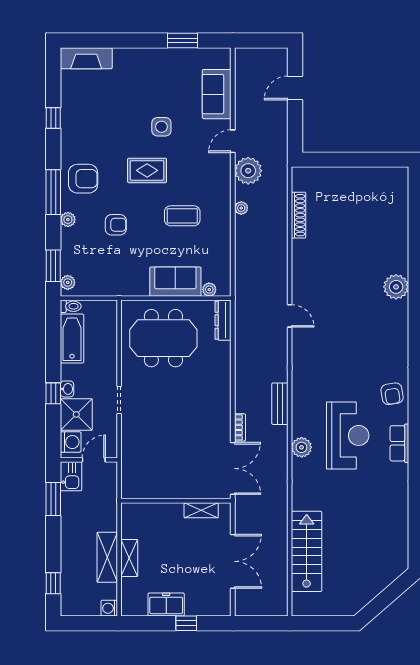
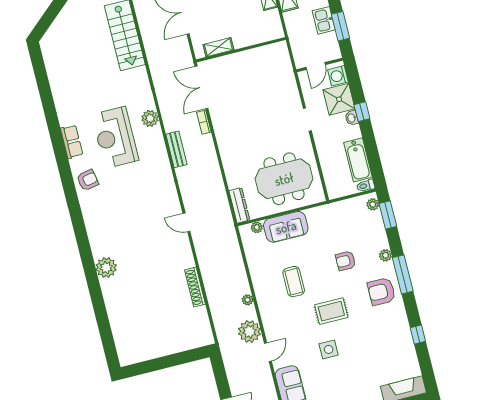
shoe rack: (299, 215) -> (195, 287), moved
coffee table: (182, 216) -> (294, 282), turned 90
armchair: (392, 394) -> (88, 180), turned 88
kitchen sink: (71, 476) -> (324, 20), moved

